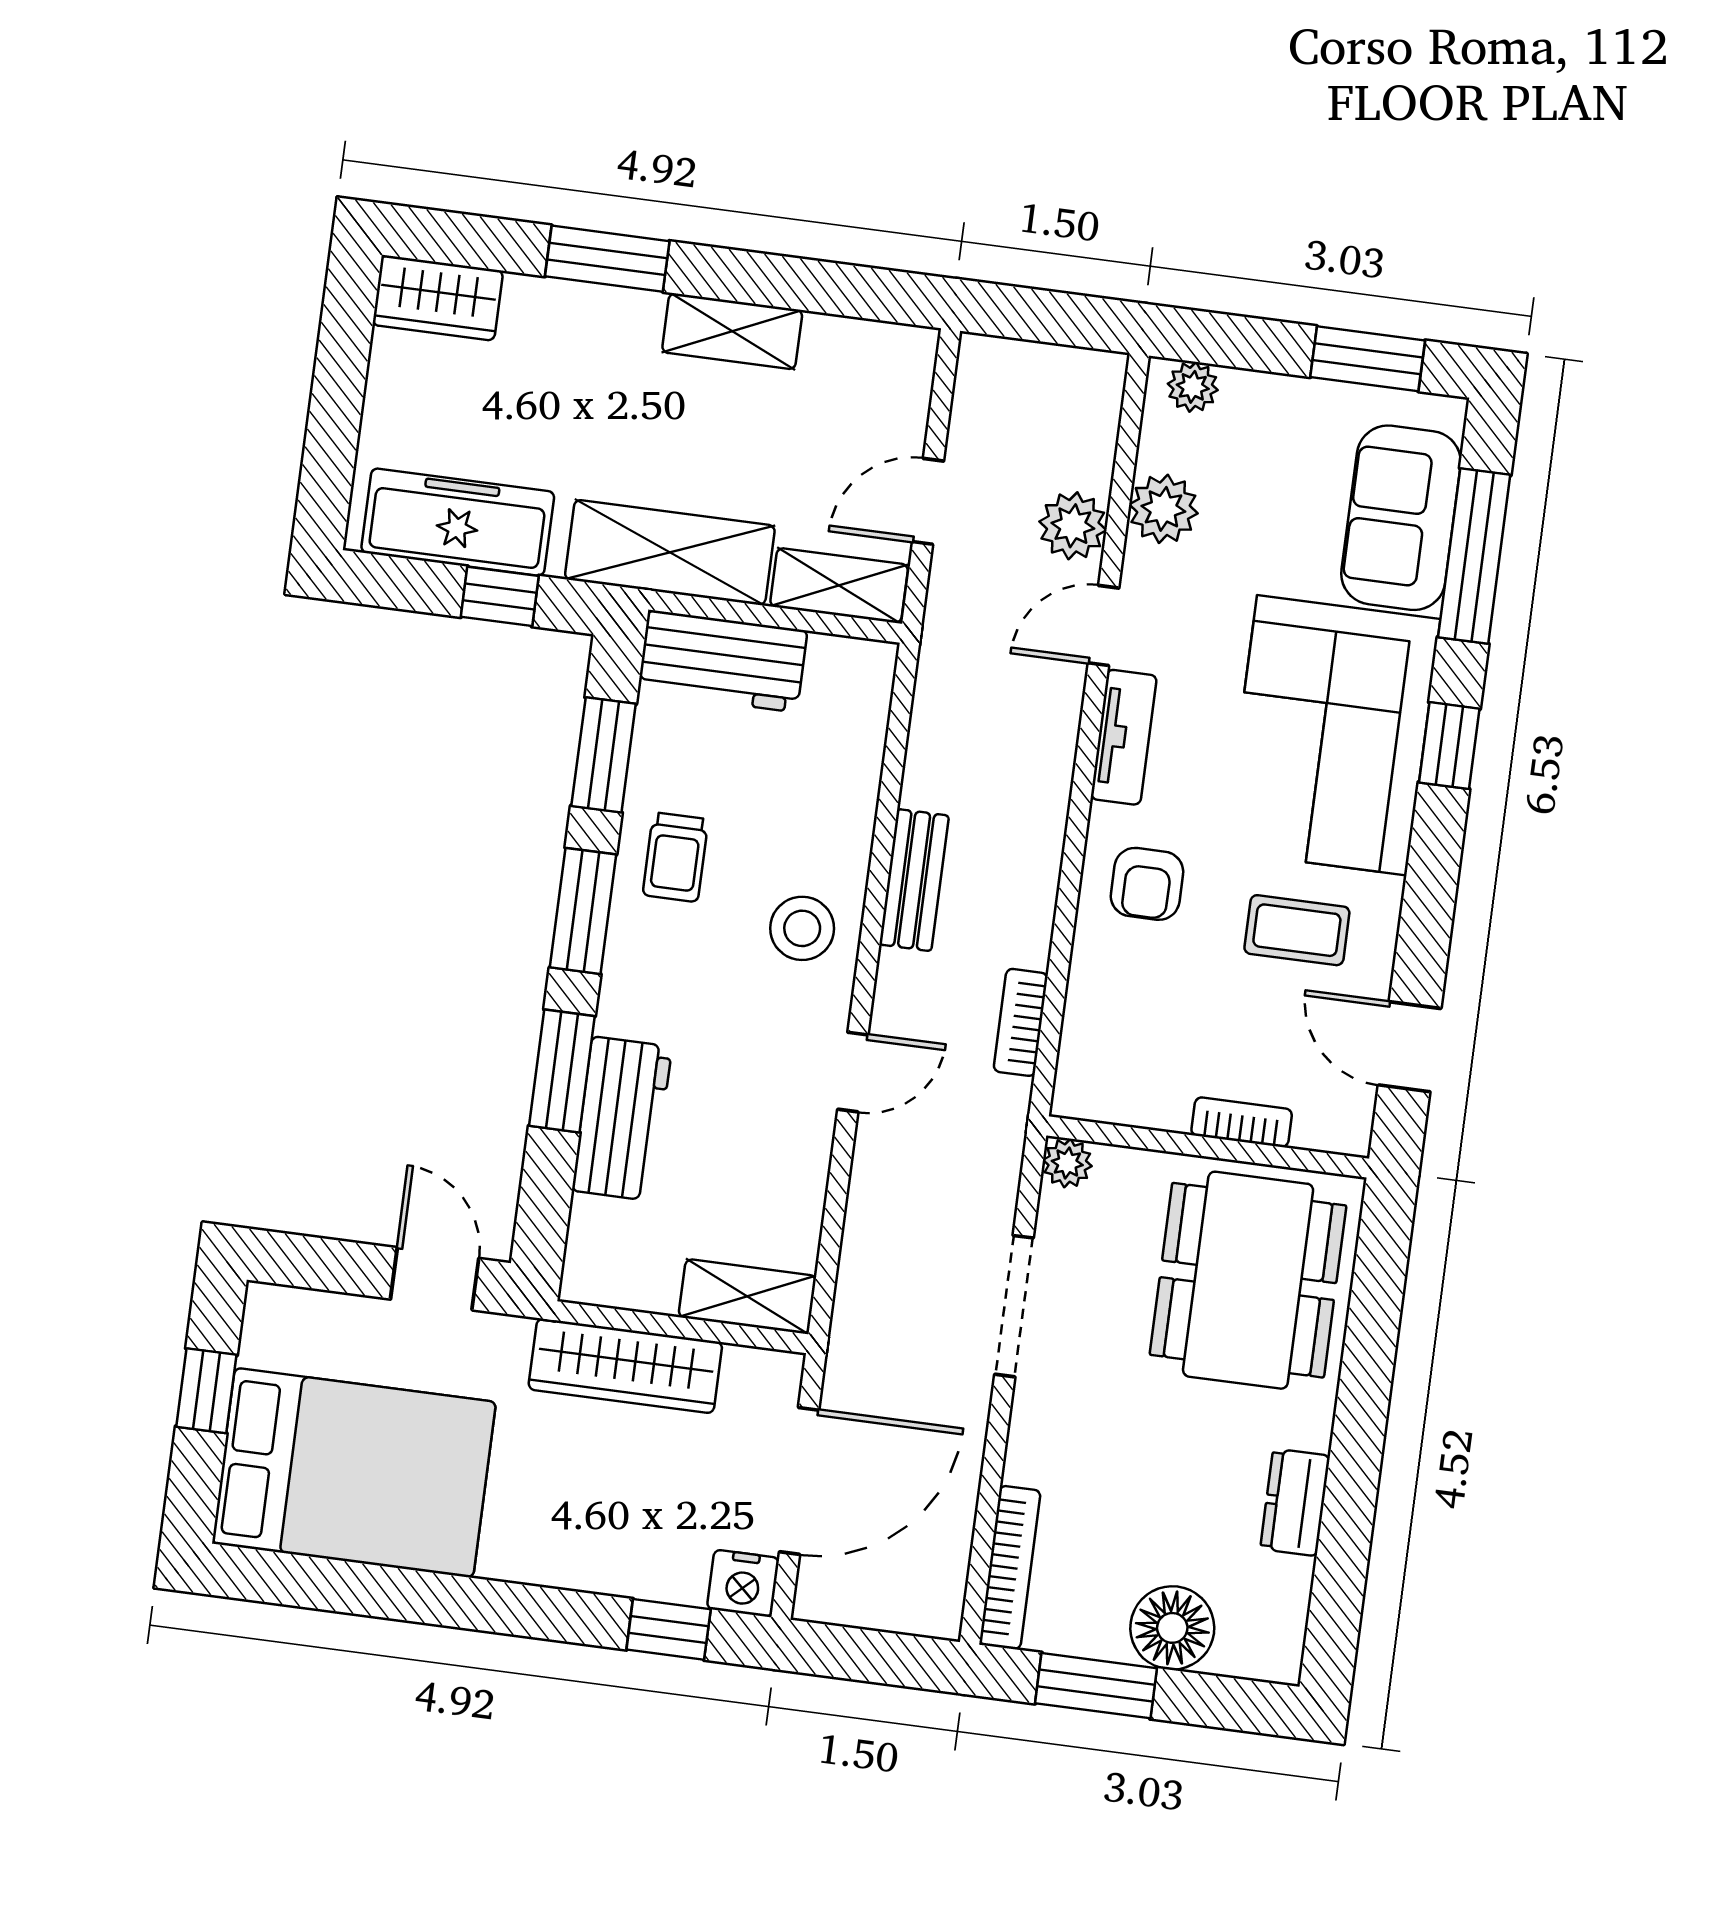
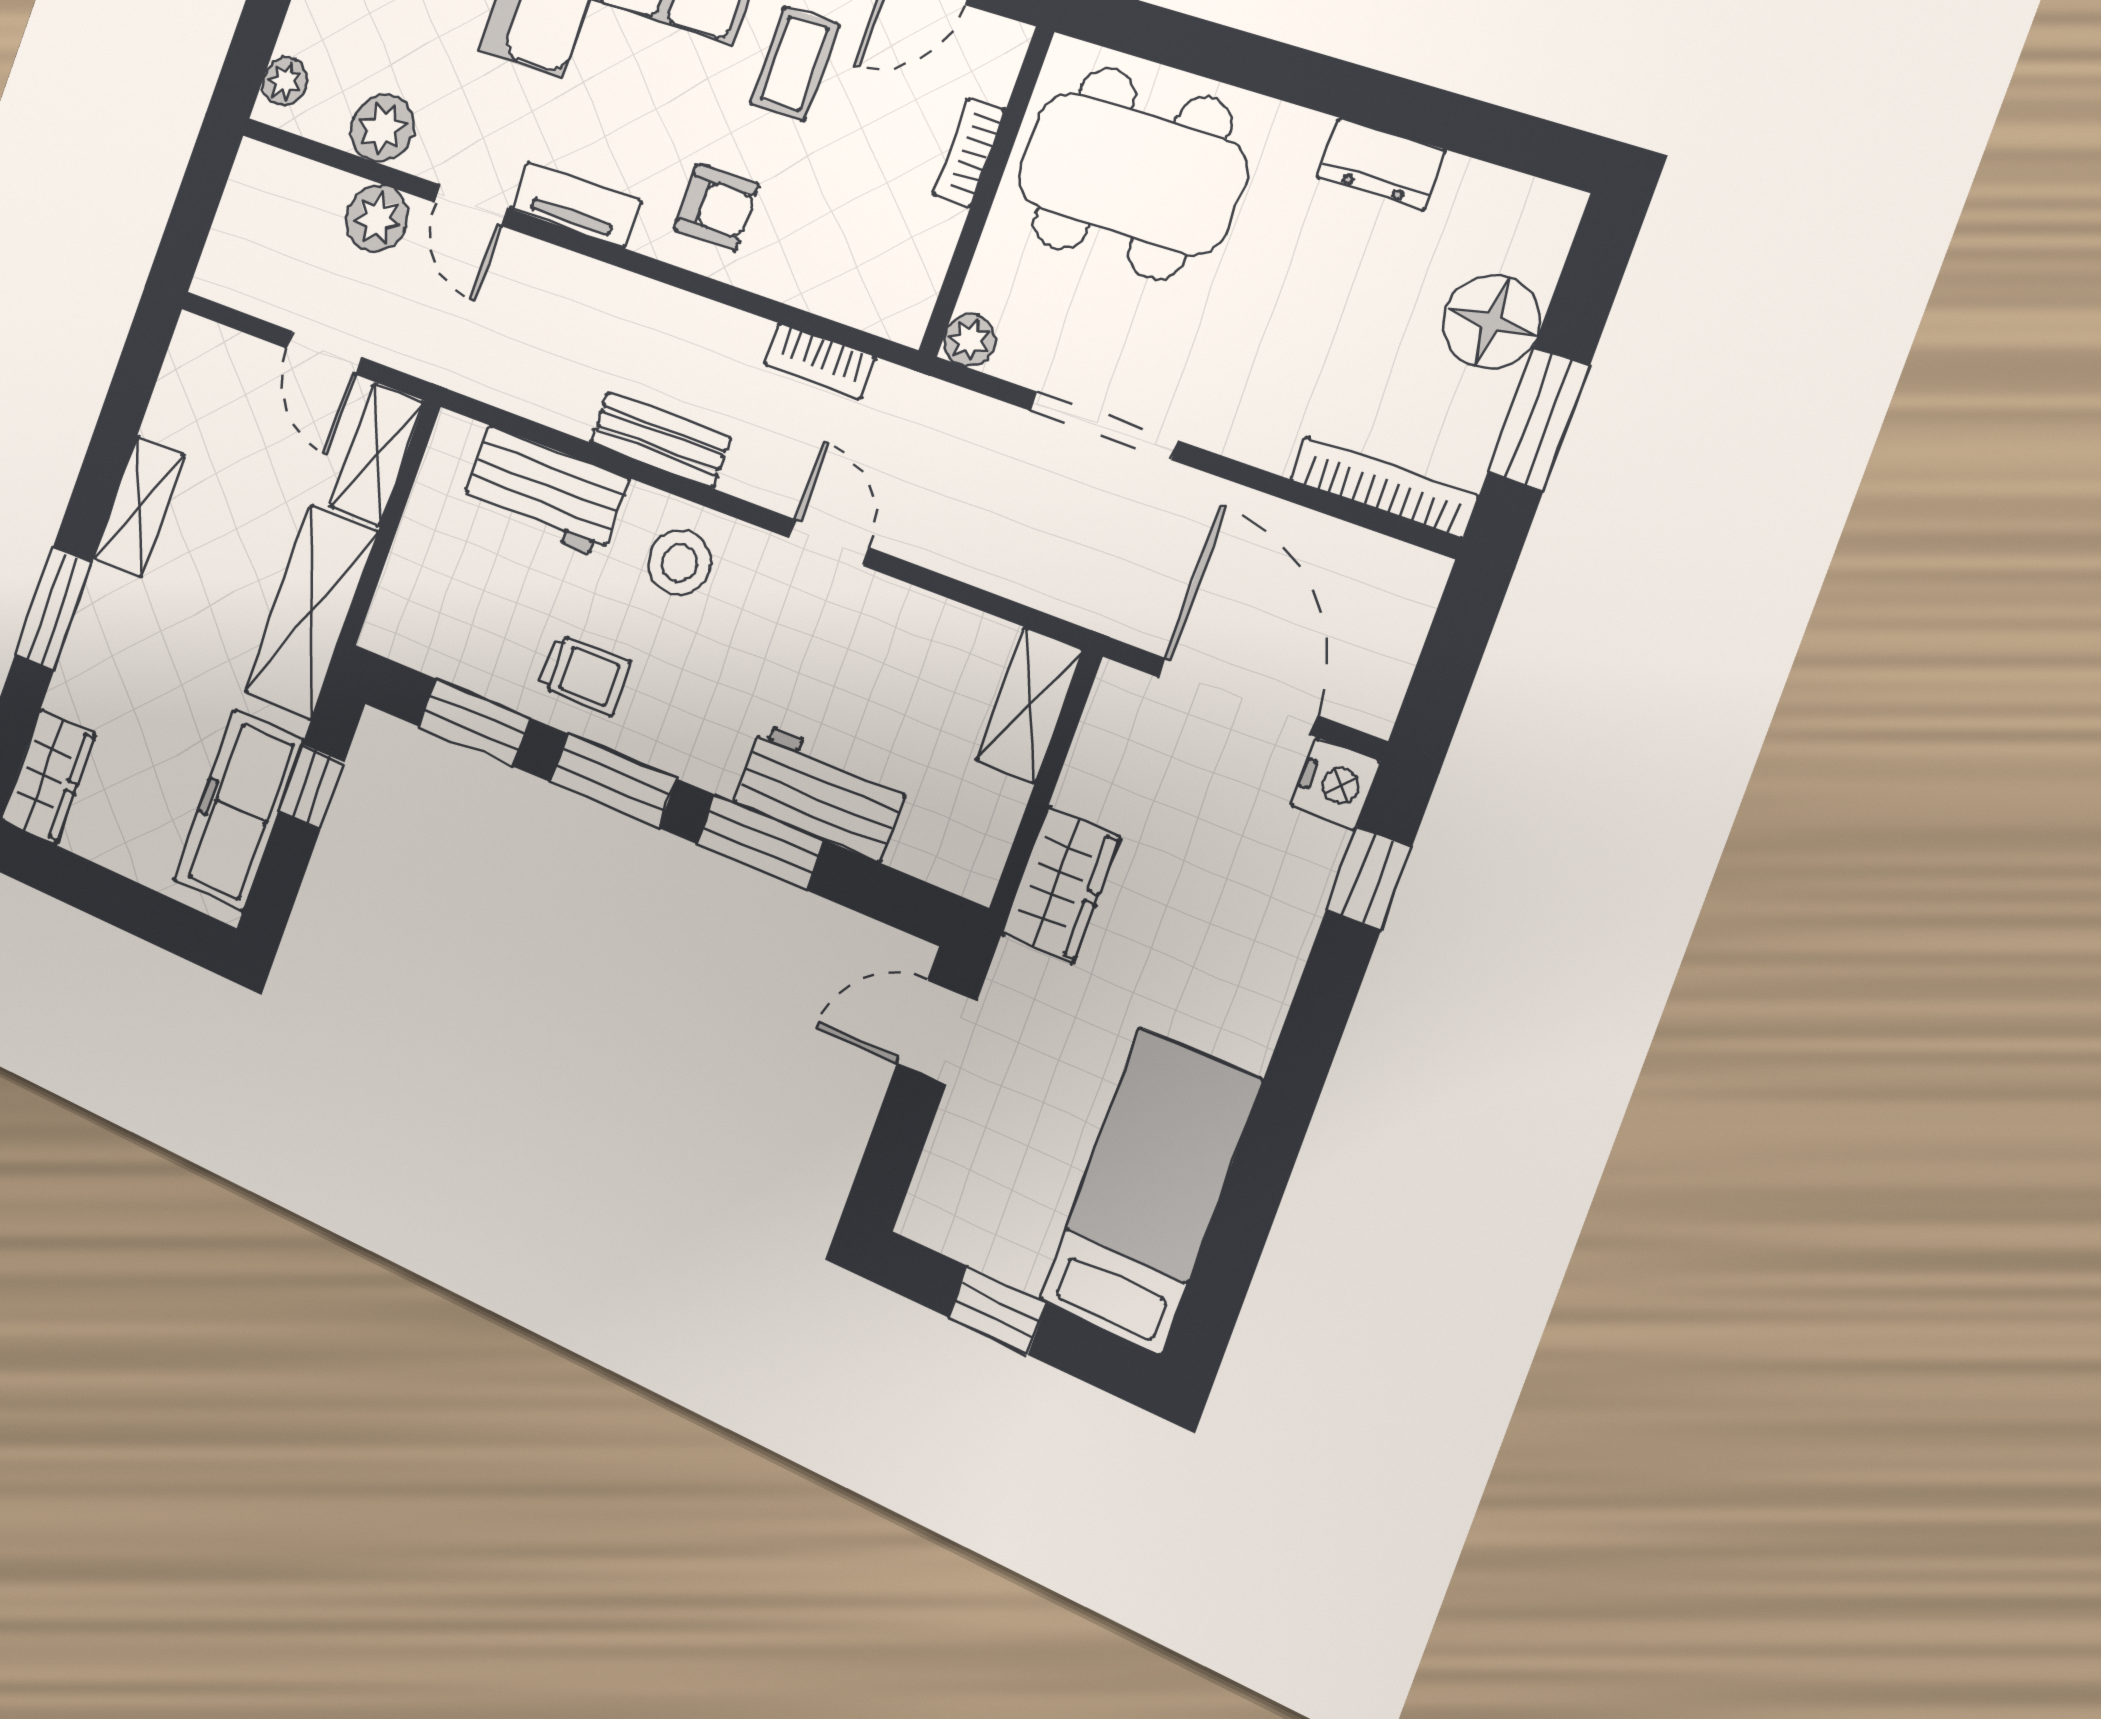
workbench: (723, 661) -> (545, 491), moved, turned 90
wardrobe: (625, 1366) -> (1061, 885), width x0.67
bed: (354, 1473) -> (1150, 1190), width x0.67

